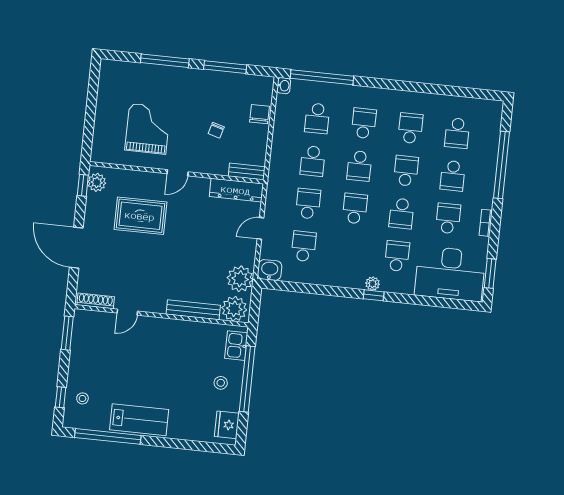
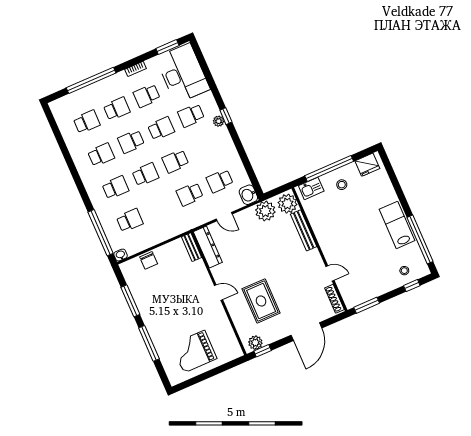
chair: (259, 114) -> (149, 260), turned -90
school desk: (364, 123) -> (115, 188), turned 180
school desk: (410, 128) -> (101, 155), turned 180
grand piano: (148, 129) -> (194, 351), moved
chair: (216, 130) -> (176, 283), removed
school desk: (313, 161) -> (160, 207), removed

